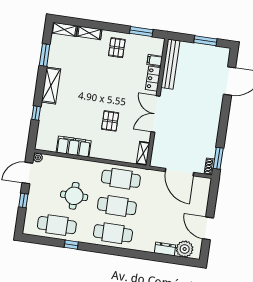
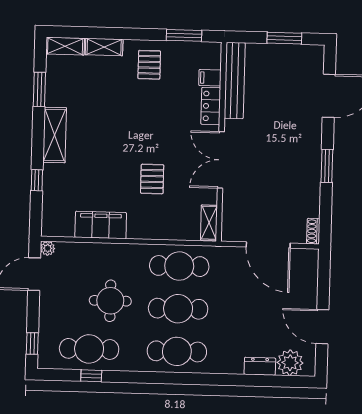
window: (218, 158) -> (327, 166), moved
window: (23, 201) -> (32, 343), moved
window: (71, 245) -> (91, 376), moved

